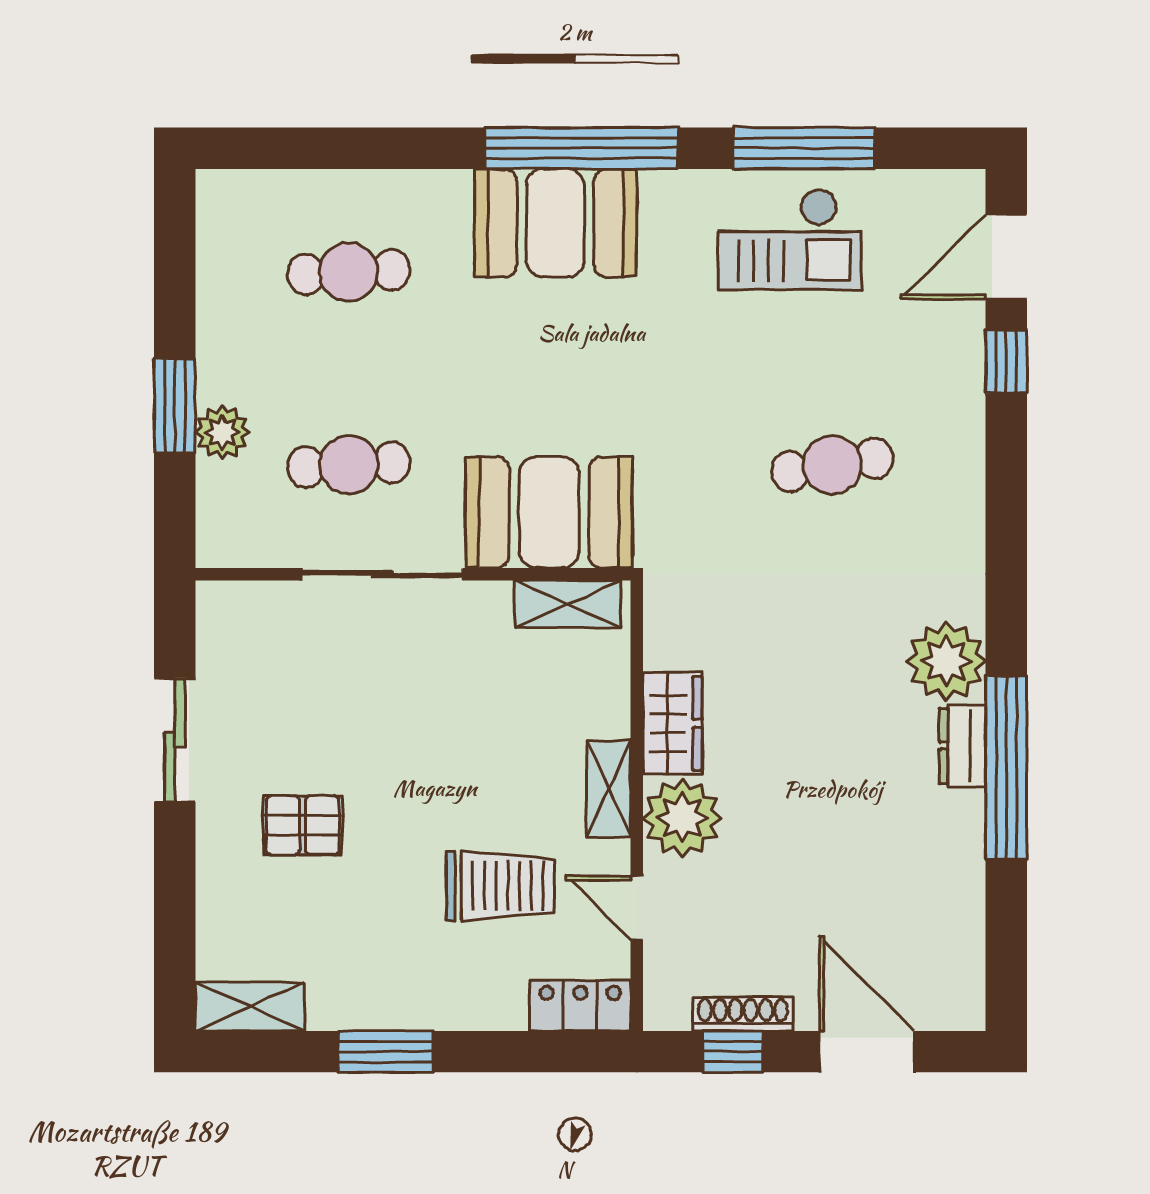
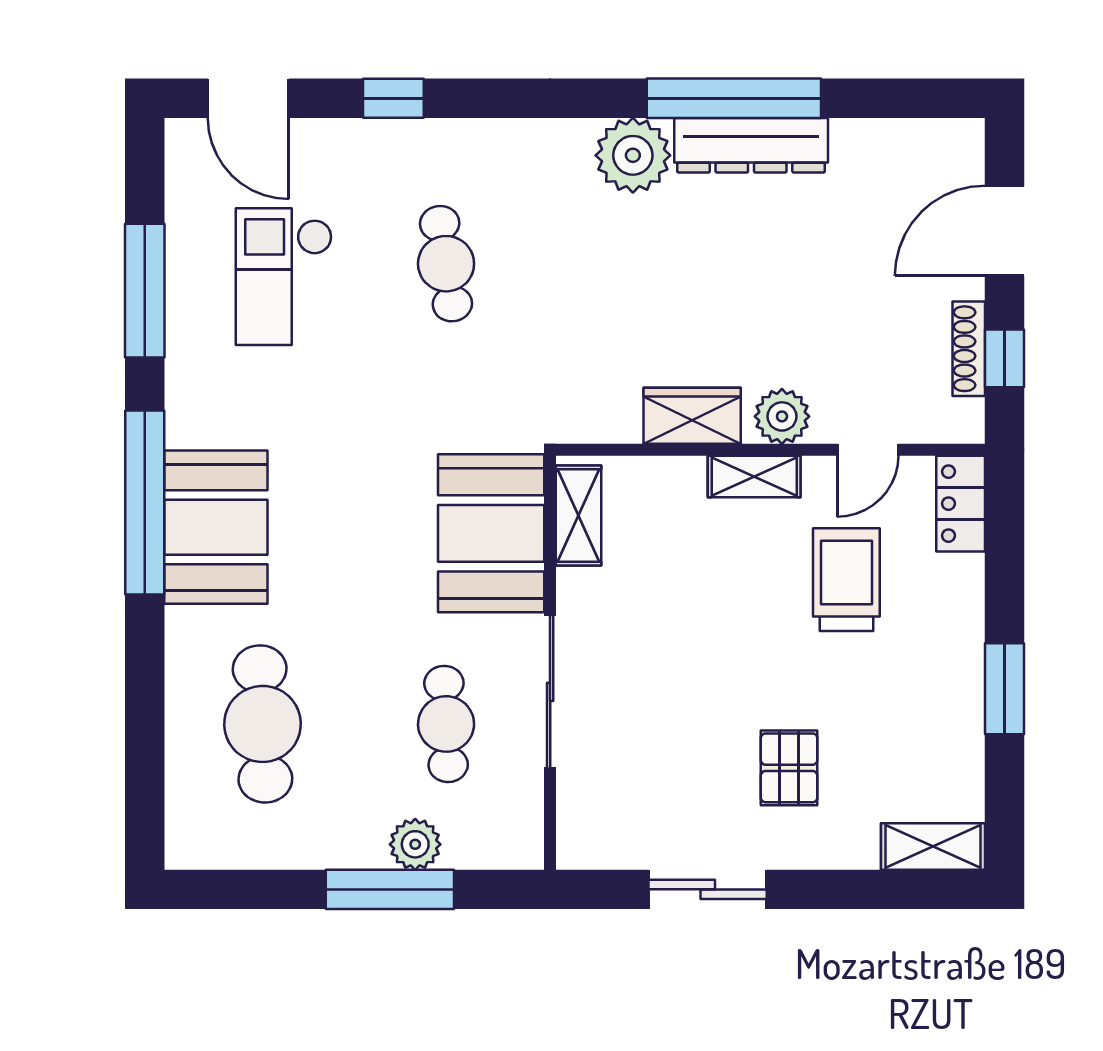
checkout: (790, 239) -> (284, 277), moved, turned 180
cafe table: (349, 272) -> (262, 724), width x1.37, depth x1.35
window: (1006, 362) -> (393, 98), moved
window: (175, 406) -> (390, 889), width x1.44
dresser: (963, 746) -> (751, 145), width x1.96, depth x1.24
plant: (682, 818) -> (782, 416), width x0.73, depth x0.73
shelving: (250, 1007) -> (933, 846), moved, turned 90

